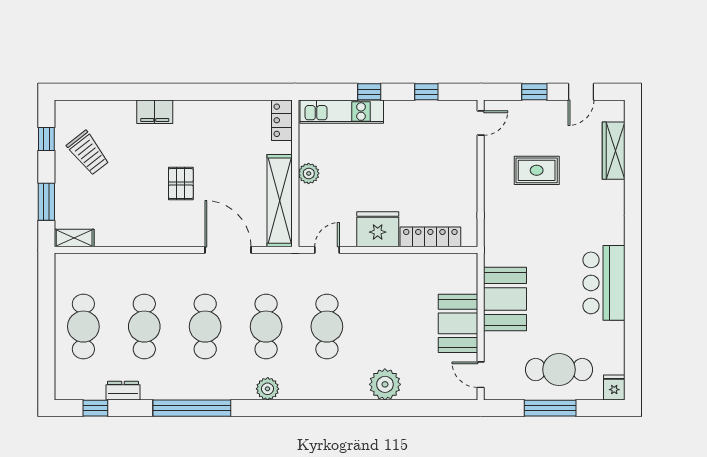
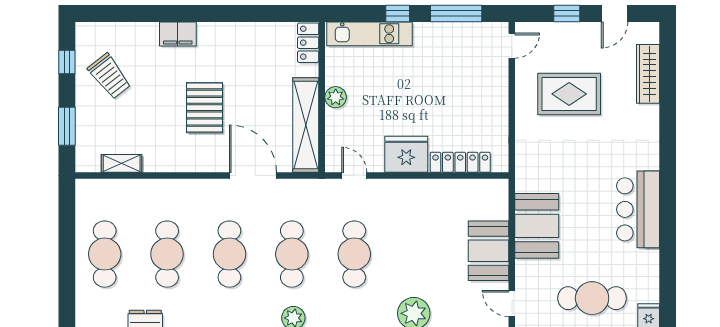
window: (426, 92) -> (456, 13), width x2.17
rug: (537, 170) -> (569, 94), width x1.36, depth x1.43
pallet: (181, 184) -> (205, 108), width x1.50, depth x1.42
shelving: (74, 238) -> (122, 163), moved
door: (327, 250) -> (354, 176), hinge flipped

